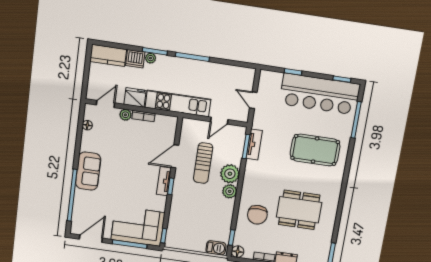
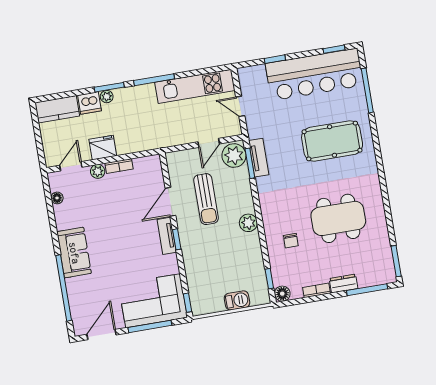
kitchen unit: (178, 103) -> (195, 86), moved, turned 180
plant: (230, 174) -> (234, 155), moved
chair: (257, 215) -> (291, 241), width x0.54, depth x0.54
barbecue: (216, 248) -> (237, 300), moved

